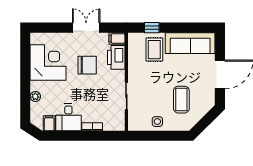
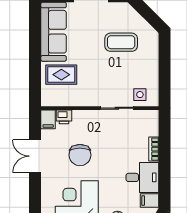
window: (152, 28) -> (35, 78), removed
printer: (116, 57) -> (64, 117), width x0.53, depth x0.68
chair: (87, 65) -> (80, 155), turned 180
side table: (157, 122) -> (140, 95), moved

